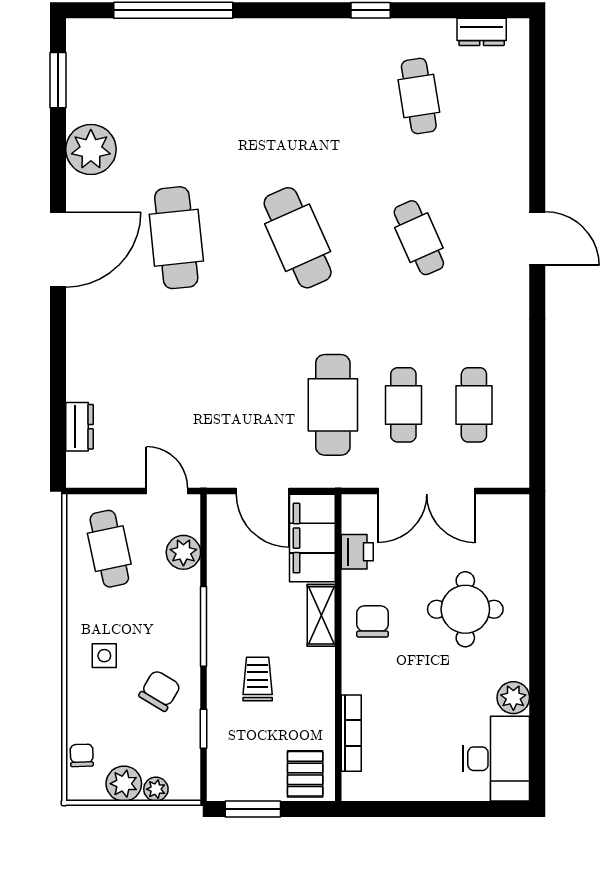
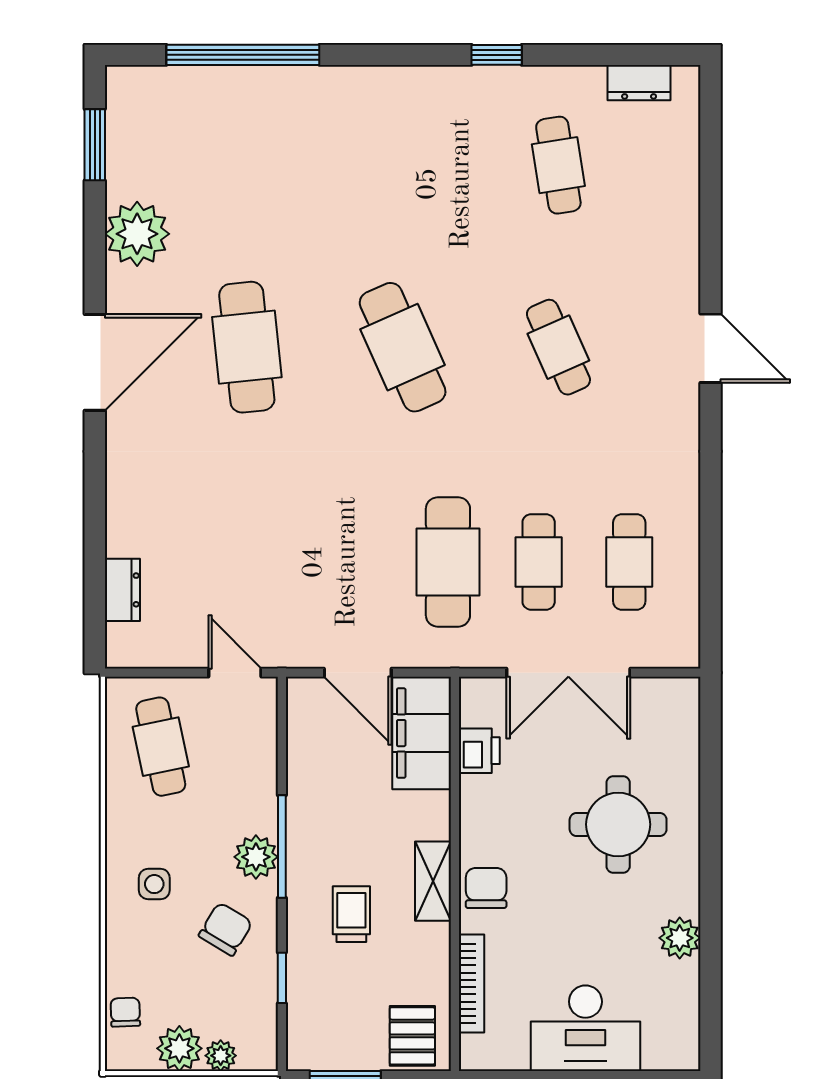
plant: (183, 552) -> (256, 857), moved
shelving: (321, 615) -> (433, 881), moved
chair: (373, 621) -> (486, 888), moved
desk: (496, 759) -> (585, 1028), moved, turned 90

